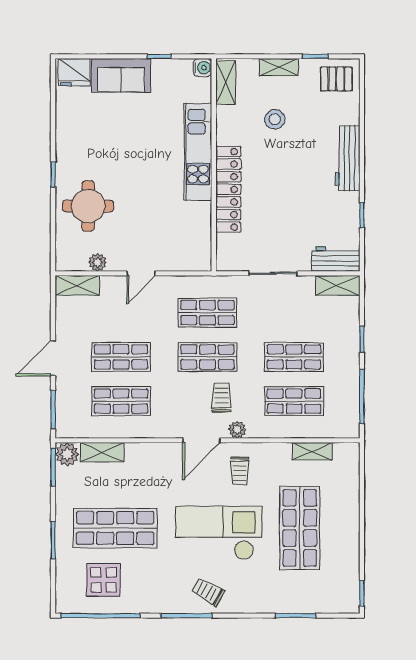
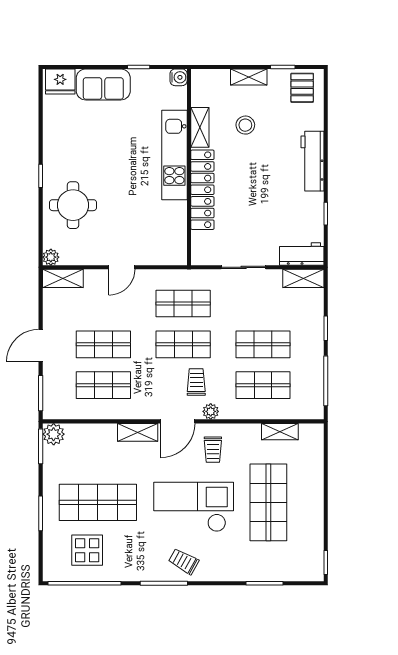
pallet: (336, 79) -> (302, 88), turned 90
shelving: (226, 83) -> (200, 127), moved
plant: (97, 262) -> (51, 257), moved
shelving: (102, 452) -> (138, 432), moved

